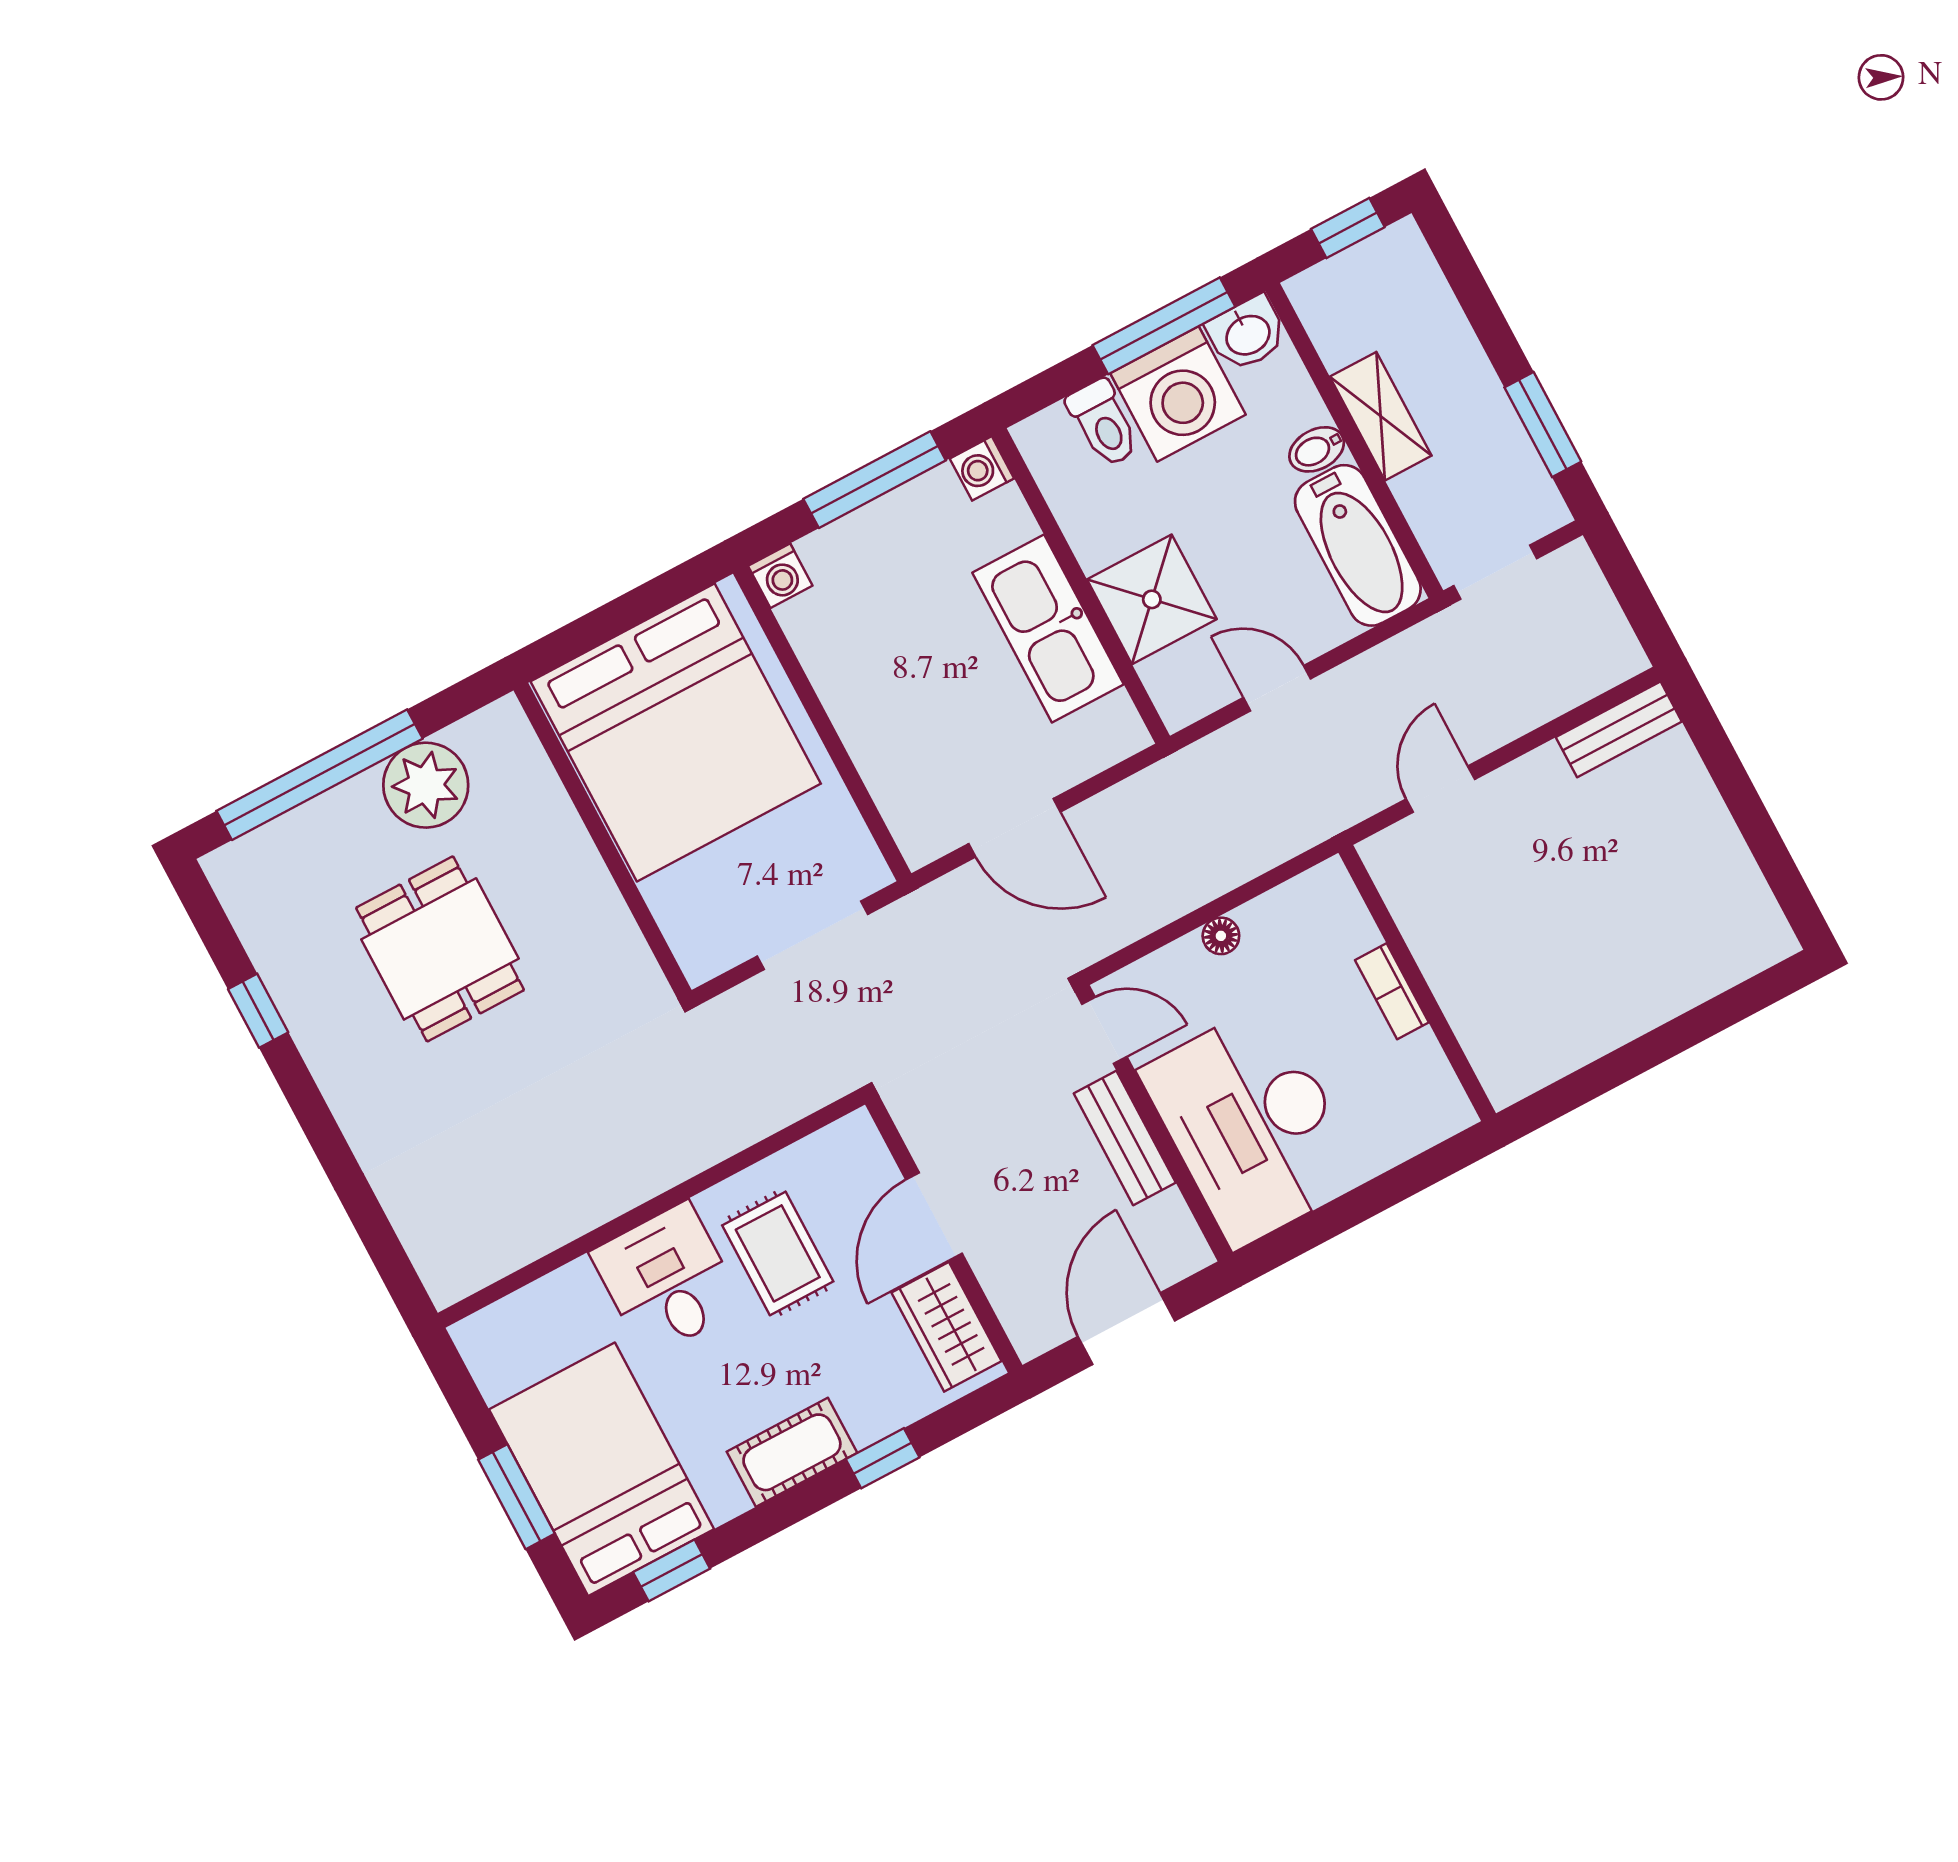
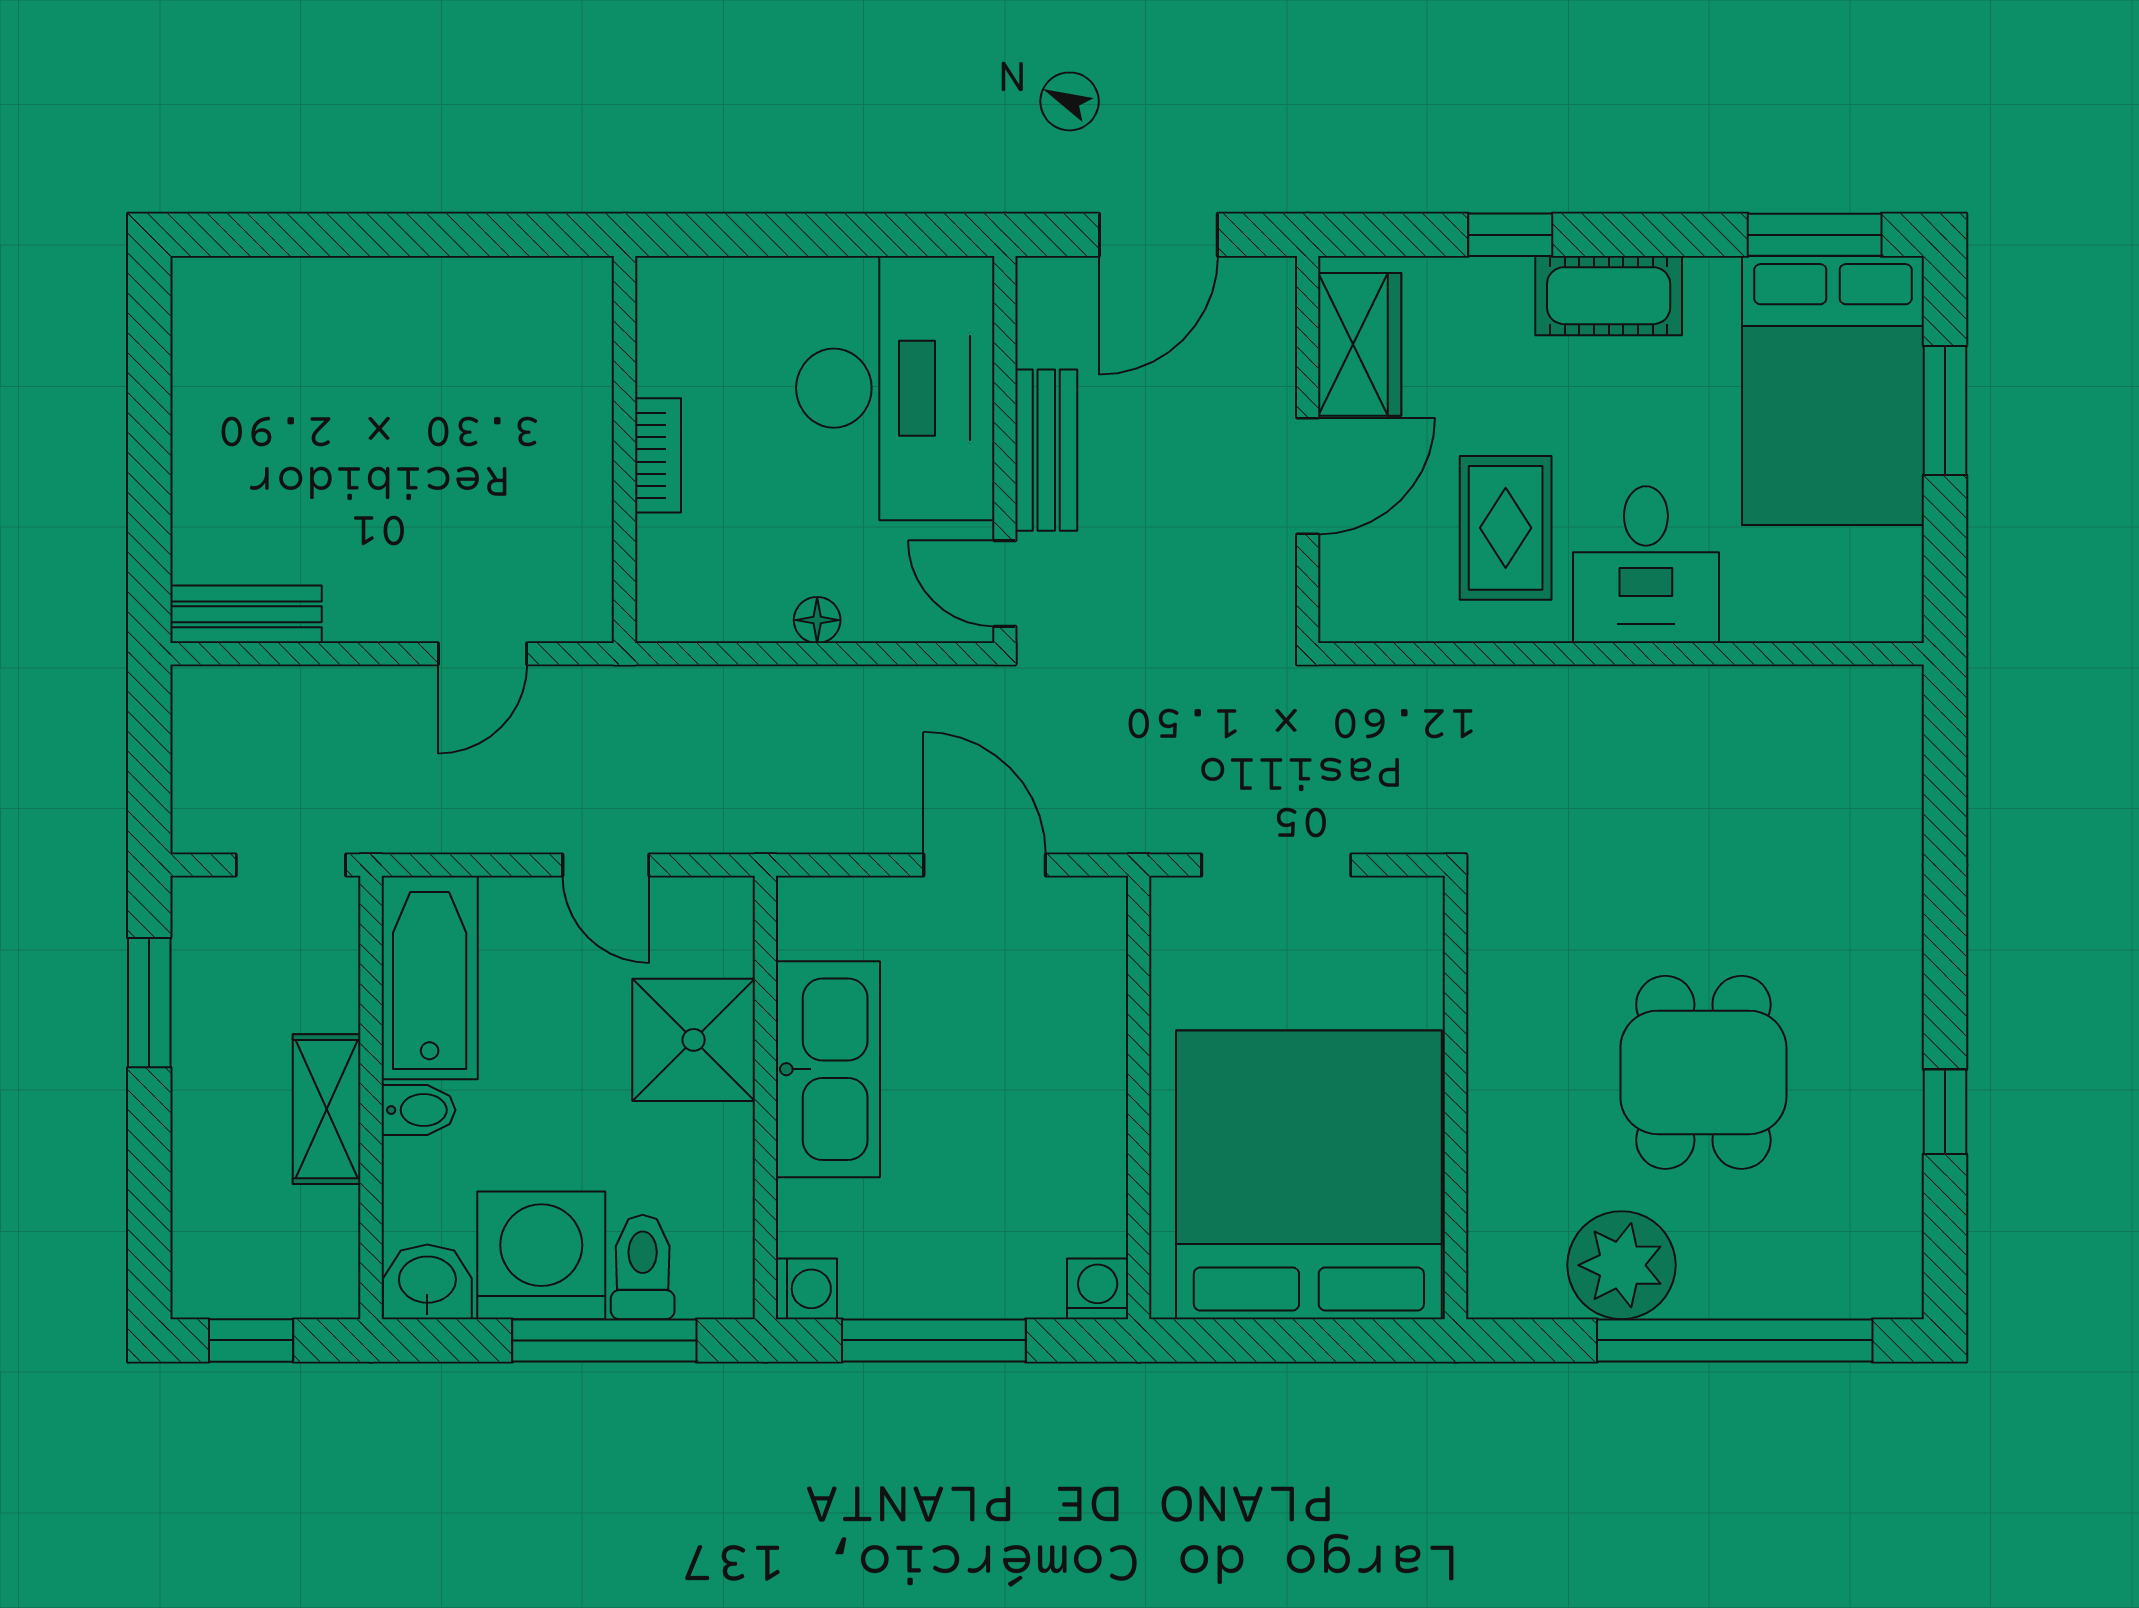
window: (1164, 326) -> (604, 1340), moved
window: (672, 1570) -> (1815, 235), width x1.50

